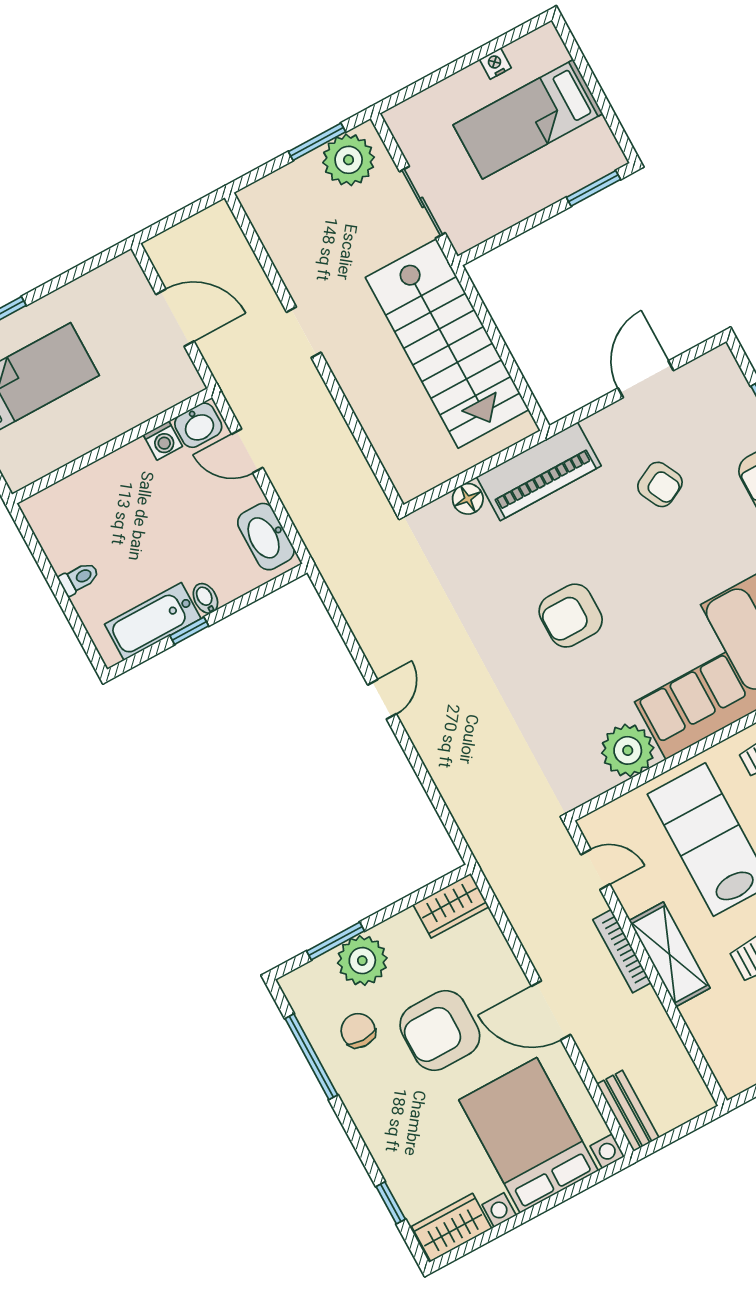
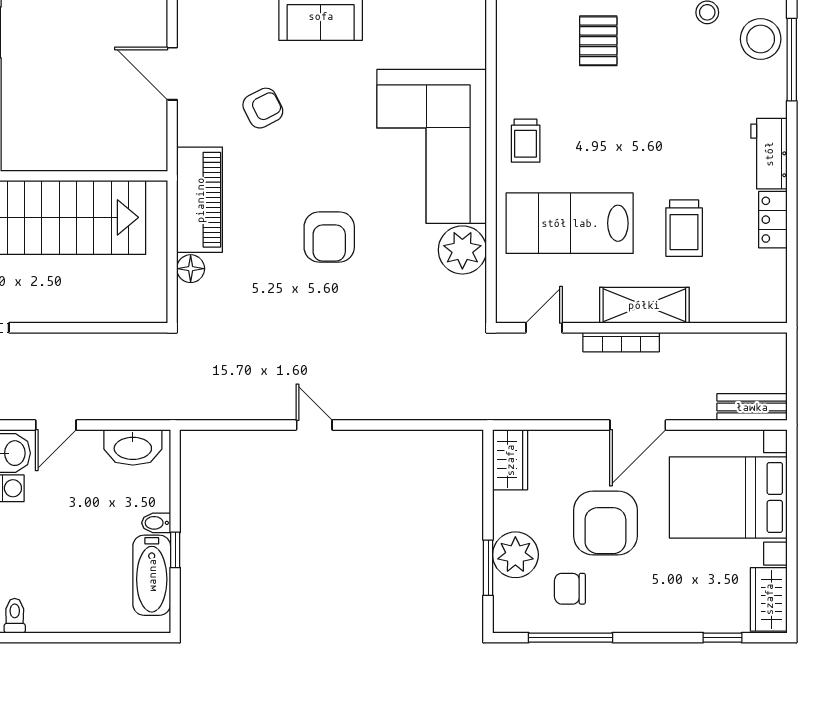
toilet: (79, 578) -> (15, 616), moved

